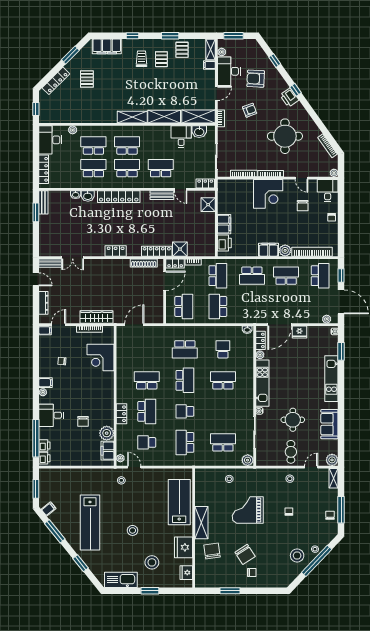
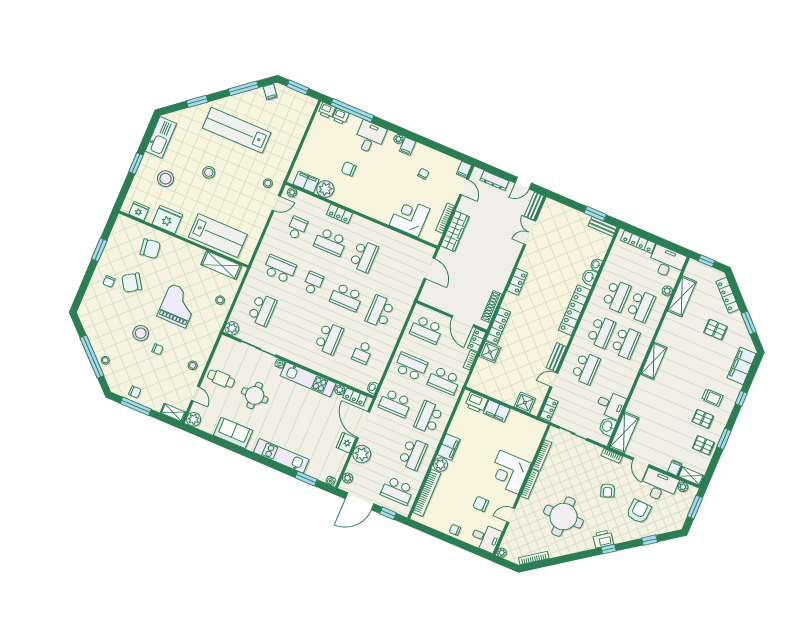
shelving: (164, 117) -> (682, 296), moved
school desk: (252, 306) -> (395, 403), added
plant: (303, 316) -> (362, 454), added
school desk: (223, 349) -> (362, 352), turned 90
shelving: (201, 523) -> (221, 265), moved
stool: (297, 556) -> (141, 333), moved

